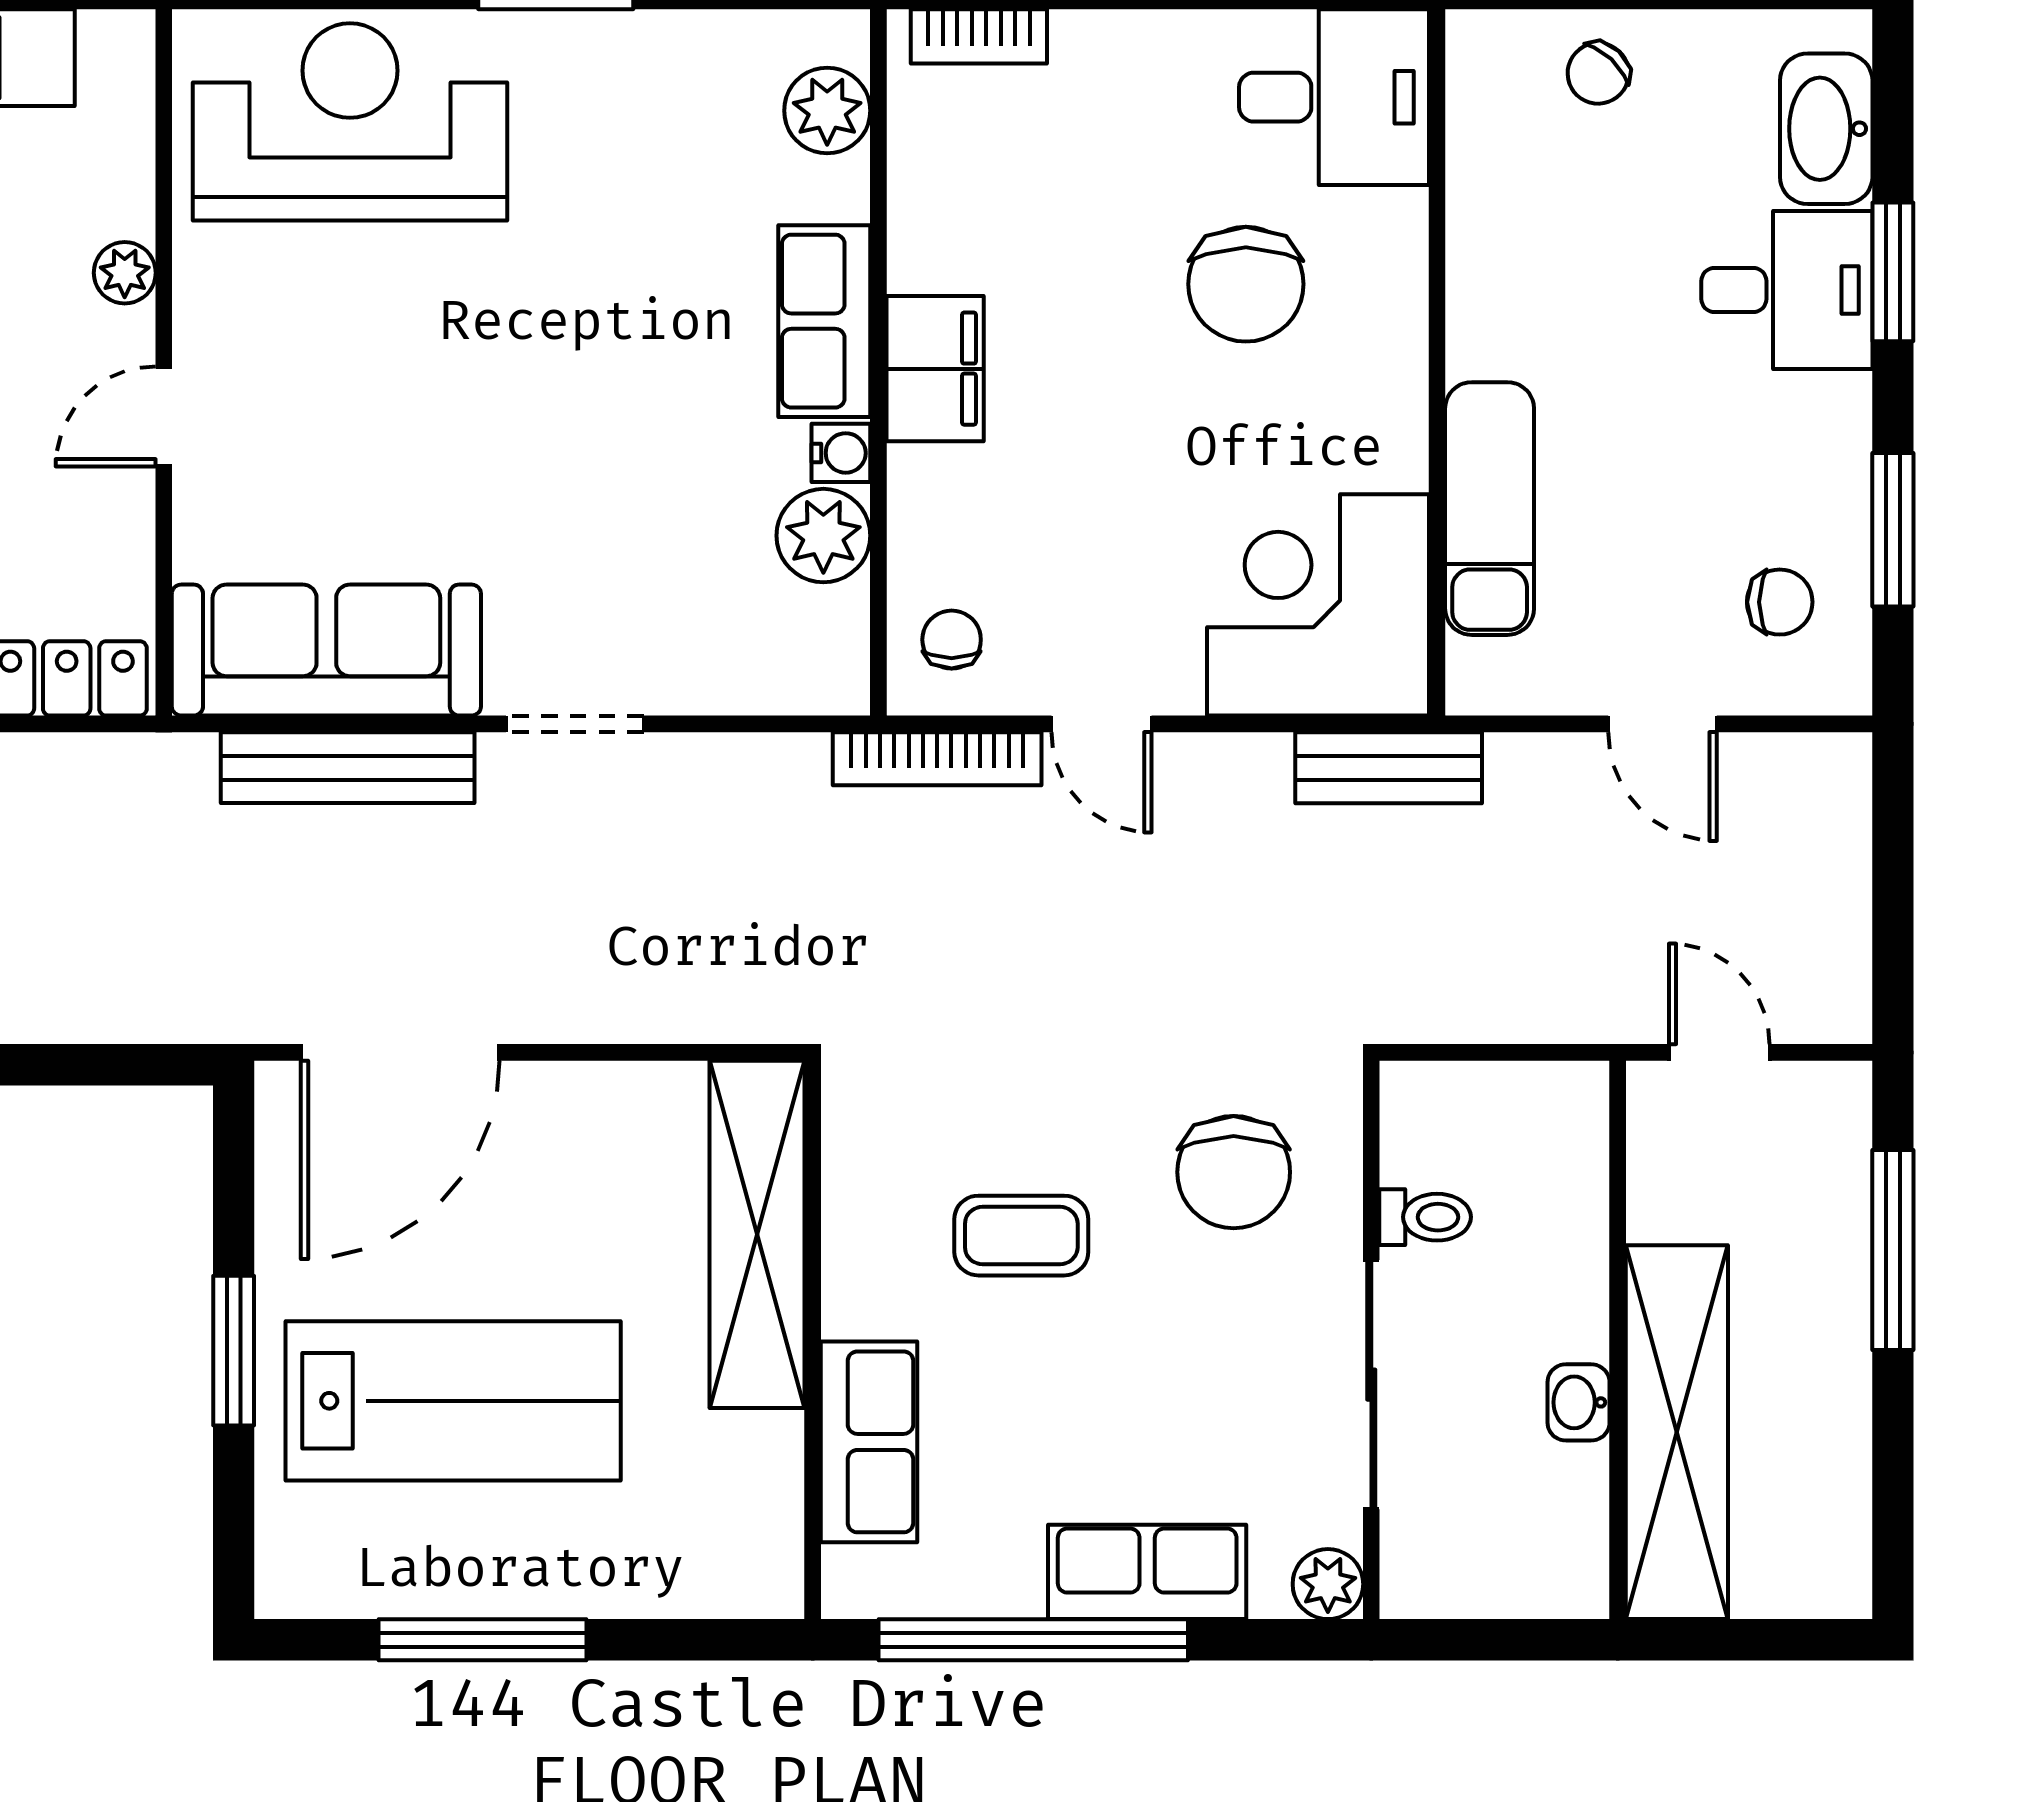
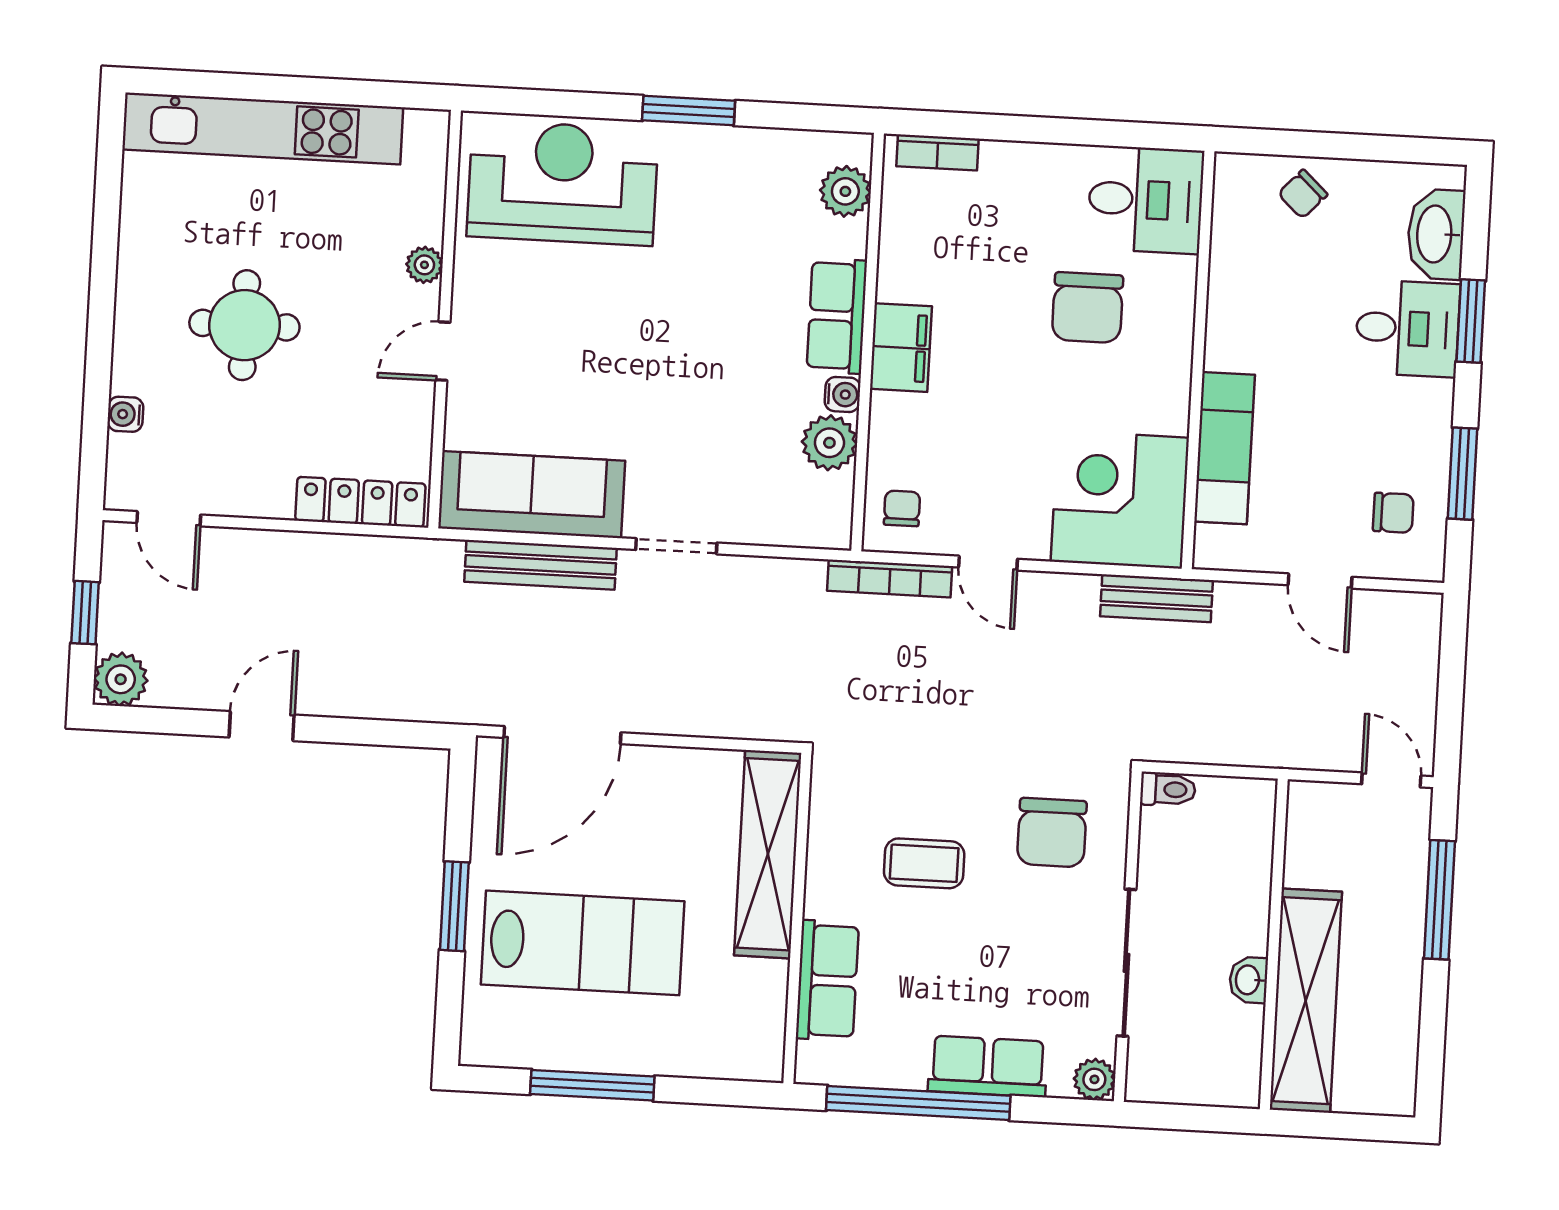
door: (1719, 1052) -> (1391, 780), moved
toilet: (1425, 1217) -> (1168, 789), moved

